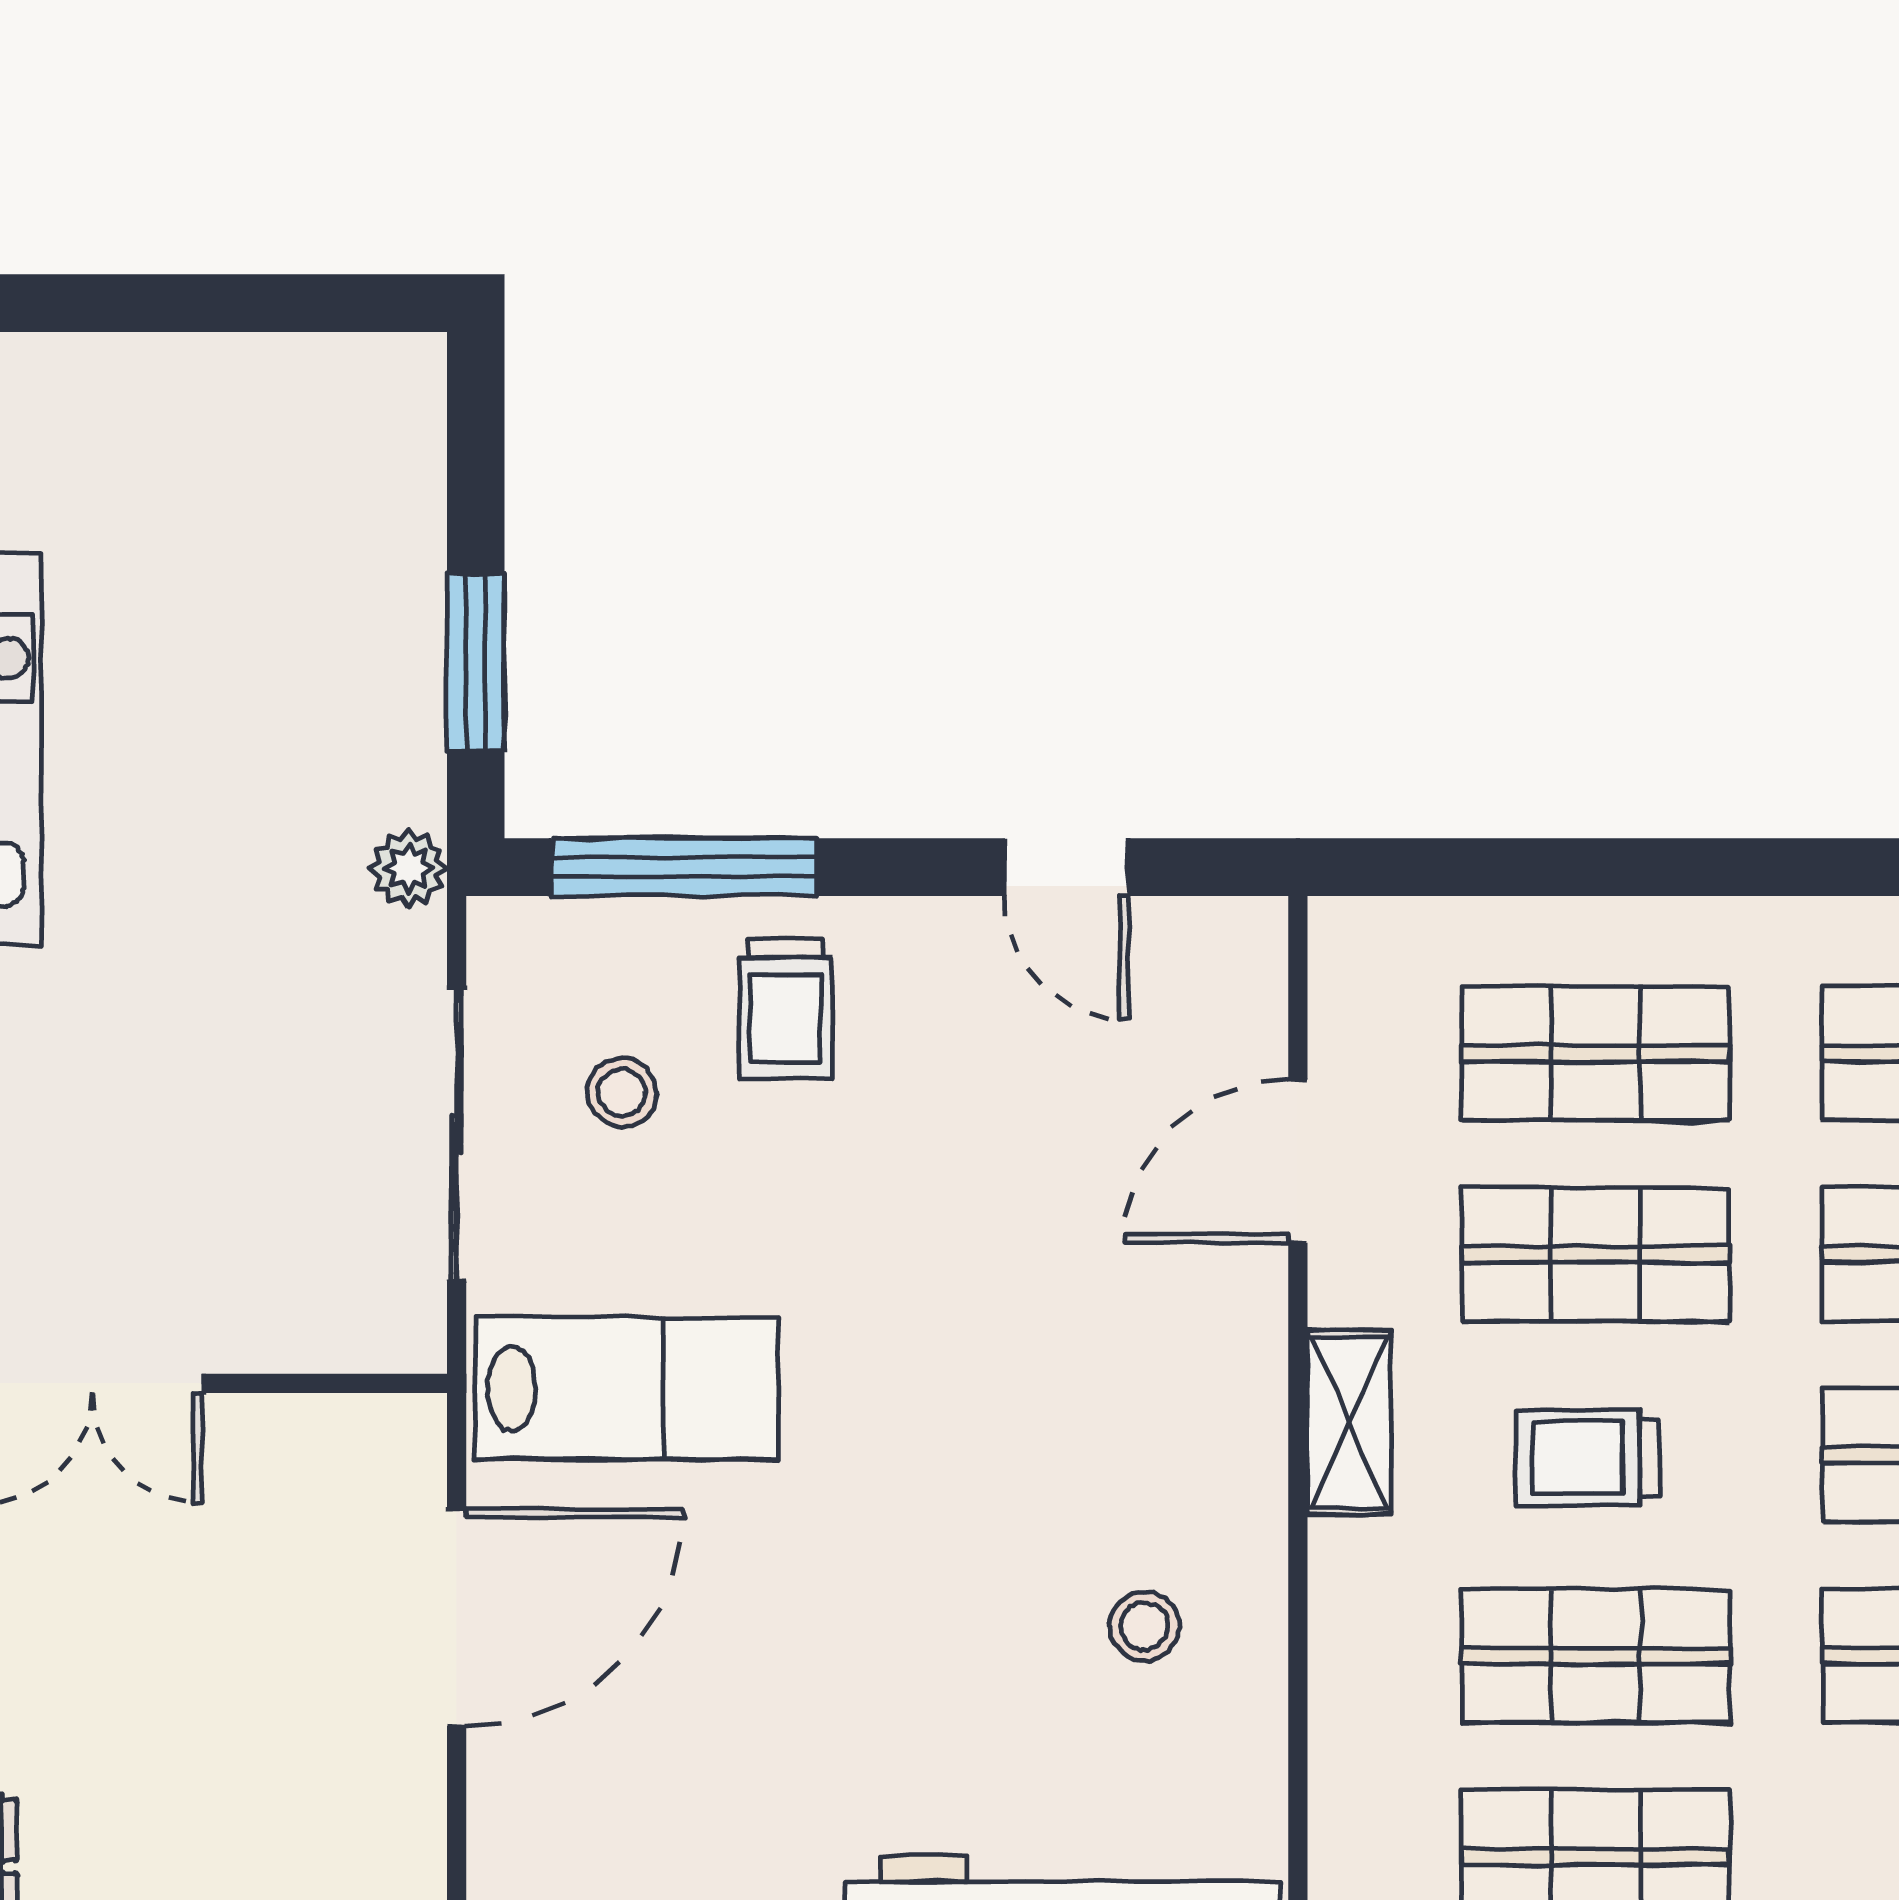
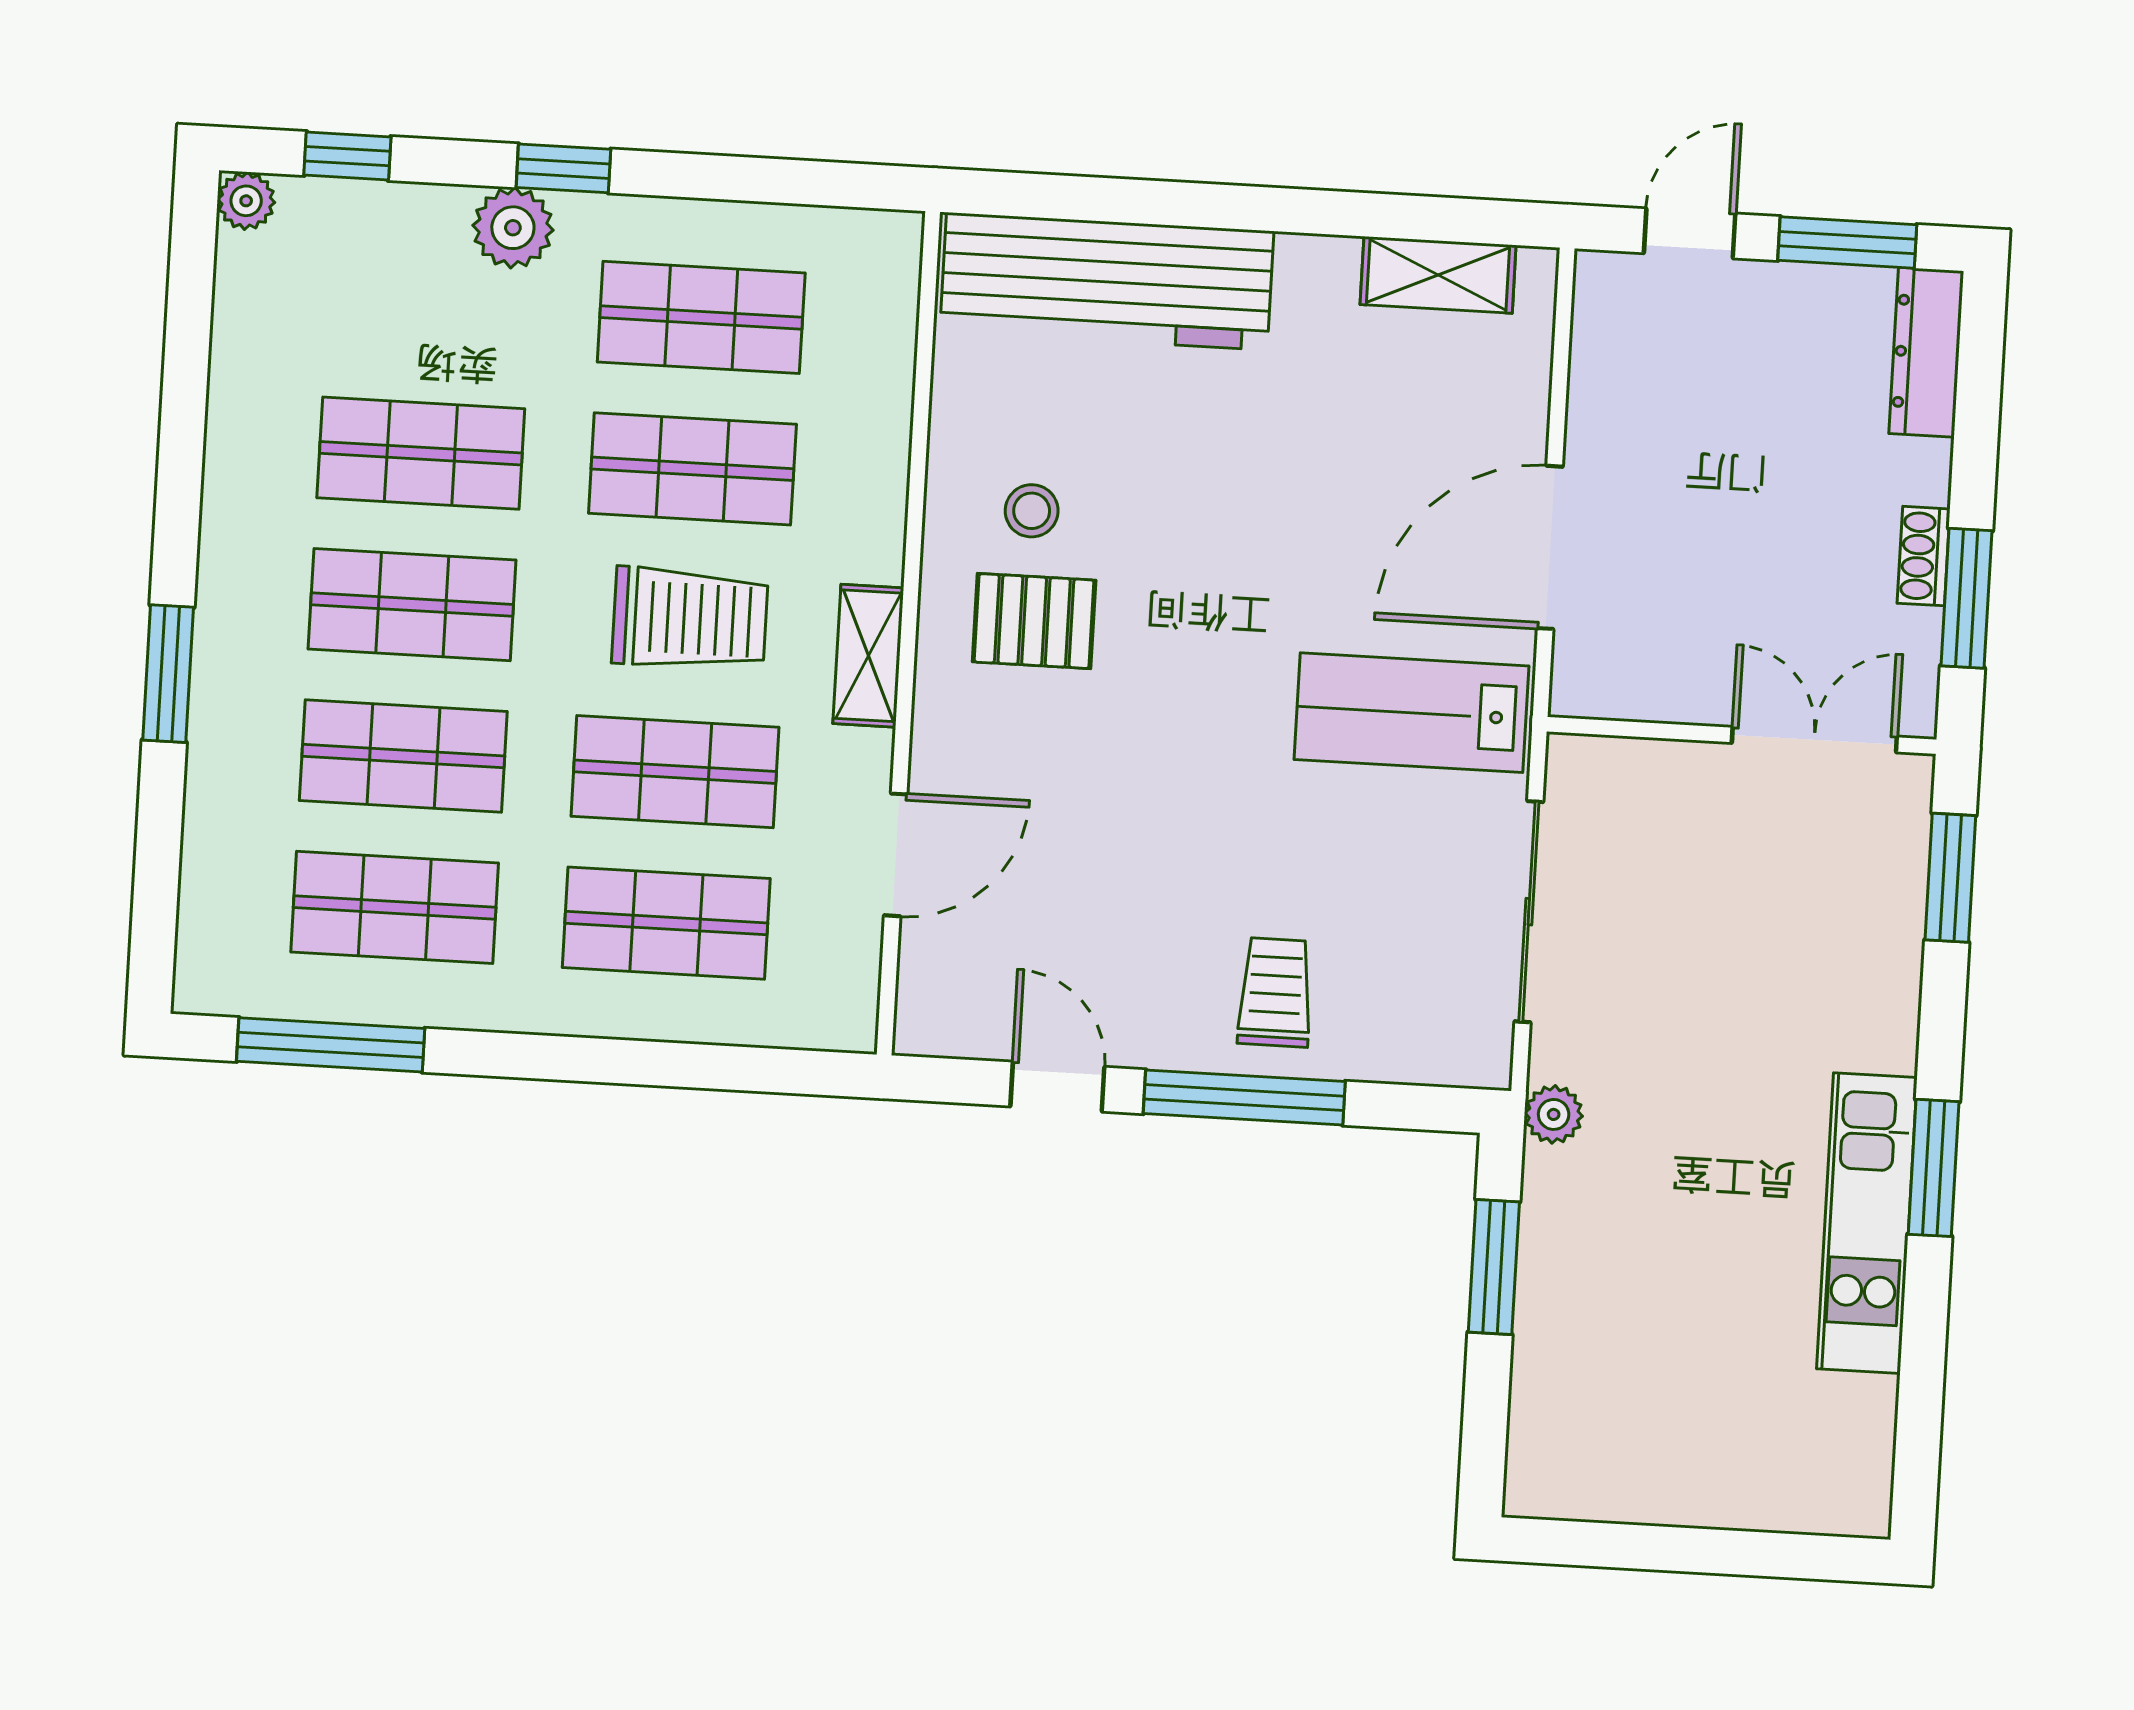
window: (684, 867) -> (1244, 1097), moved
stool: (622, 1093) -> (1402, 936), removed
trolley: (1588, 1458) -> (690, 619), width x1.36, depth x1.39
pallet: (1133, 1481) -> (1034, 621), added

